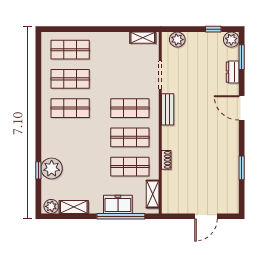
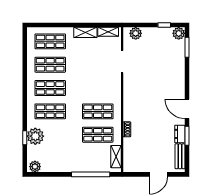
dresser: (233, 72) -> (180, 134), moved
shop shelf: (130, 108) -> (50, 111), moved
door: (242, 108) -> (187, 109), moved
bench: (168, 109) -> (180, 156), moved
freezer: (118, 204) -> (88, 165), removed
shelving: (74, 207) -> (85, 32), moved

